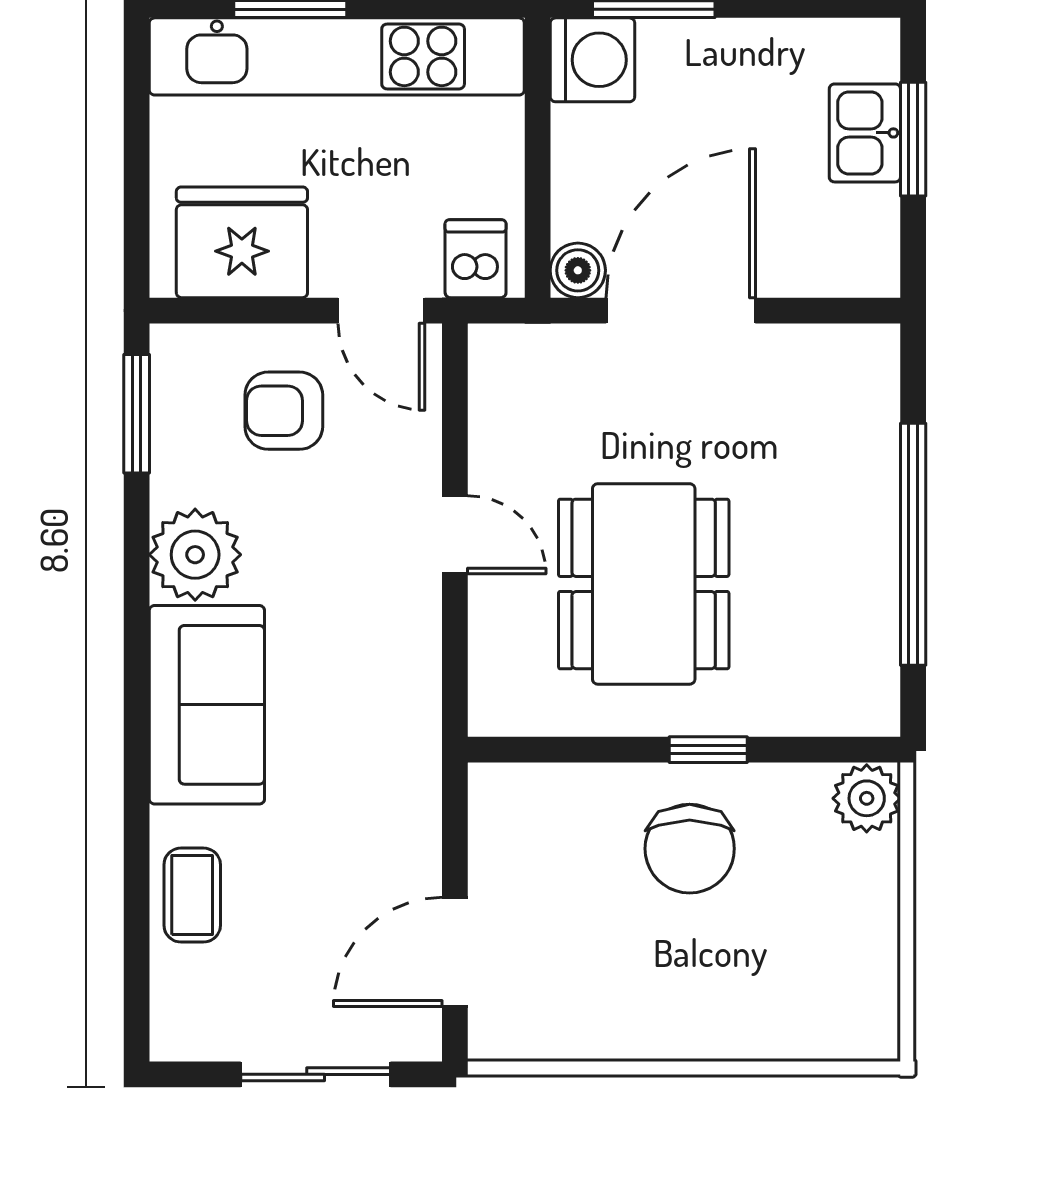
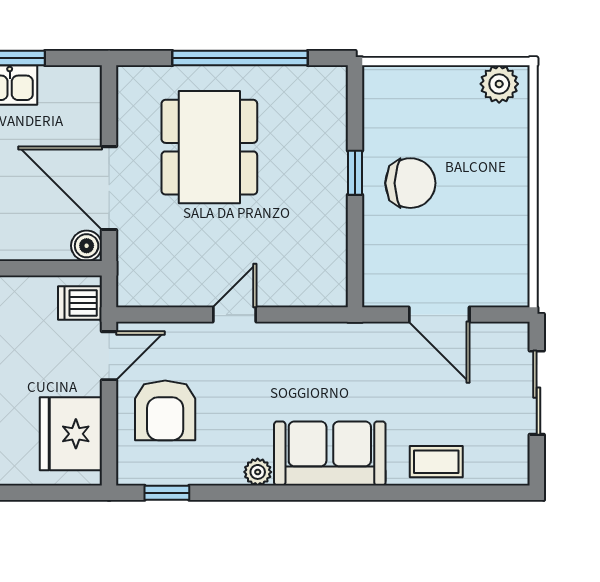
armchair: (284, 411) -> (165, 410), width x1.38, depth x1.38
window: (137, 414) -> (167, 493), width x0.67
plant: (195, 555) -> (258, 472), width x0.53, depth x0.53
dining table: (644, 584) -> (209, 147), moved, turned 90
plant: (867, 798) -> (499, 84), moved
door: (455, 952) -> (439, 315), moved

